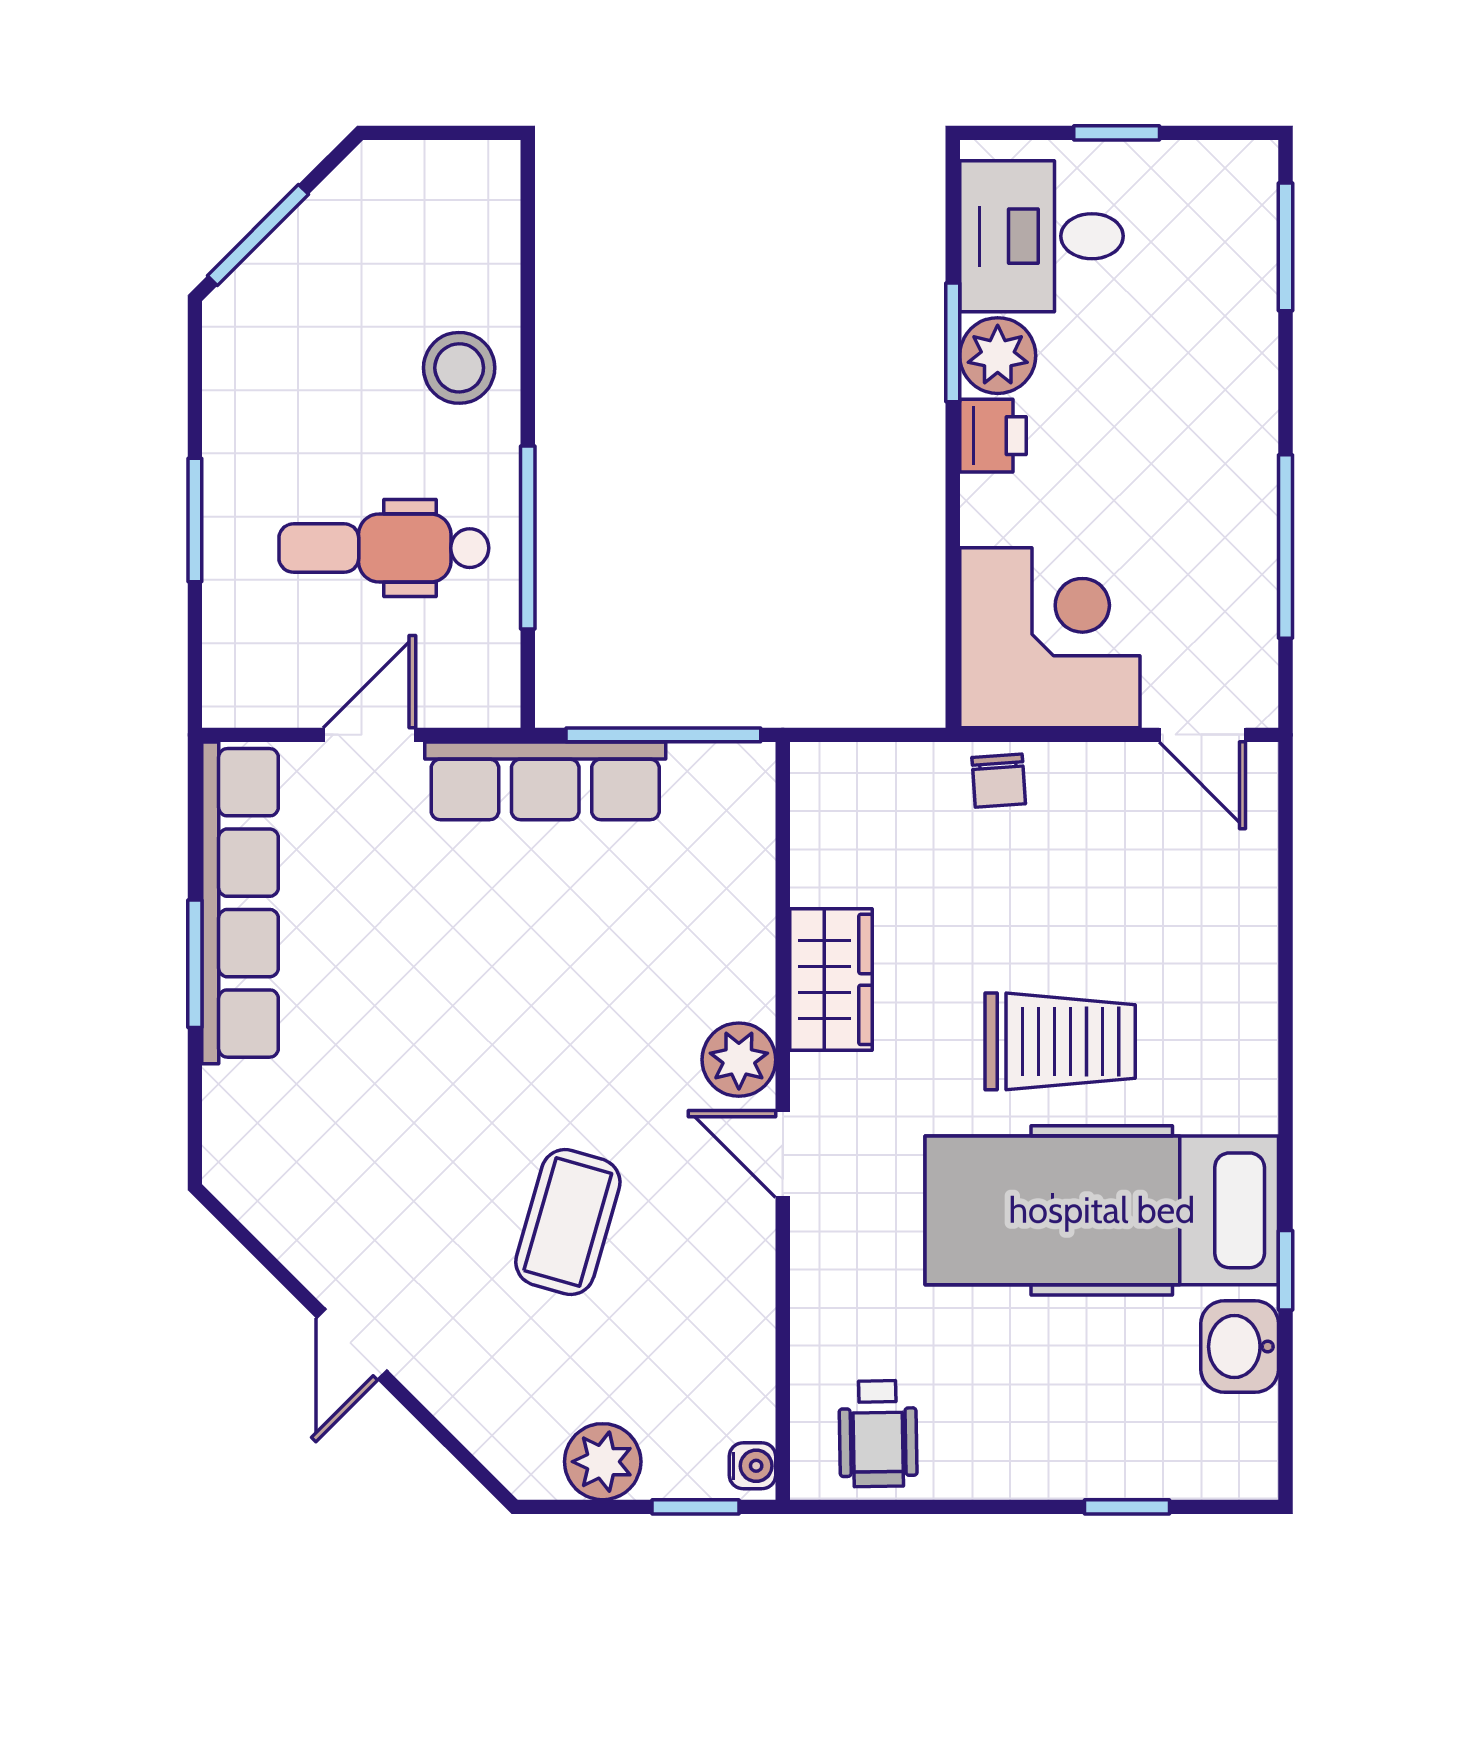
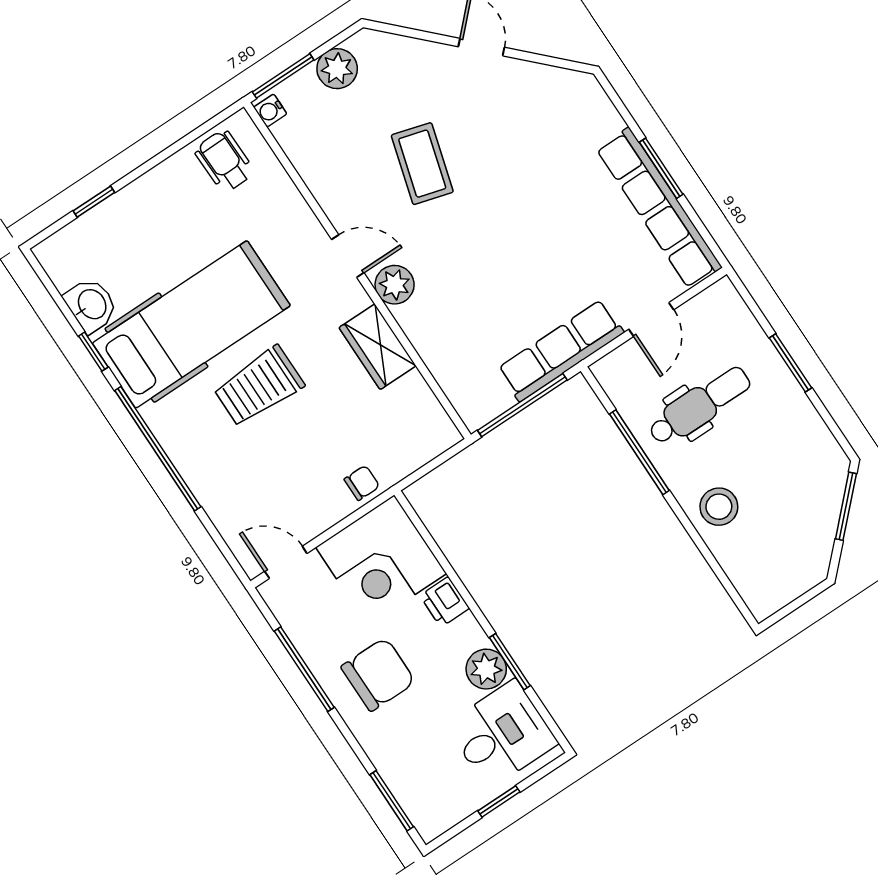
printer: (993, 436) -> (445, 602), moved
chair: (1174, 461) -> (378, 674), added
chair: (999, 781) -> (362, 483), turned 94
window: (1286, 1049) -> (158, 449), added
window: (696, 1507) -> (283, 76), width x1.50

